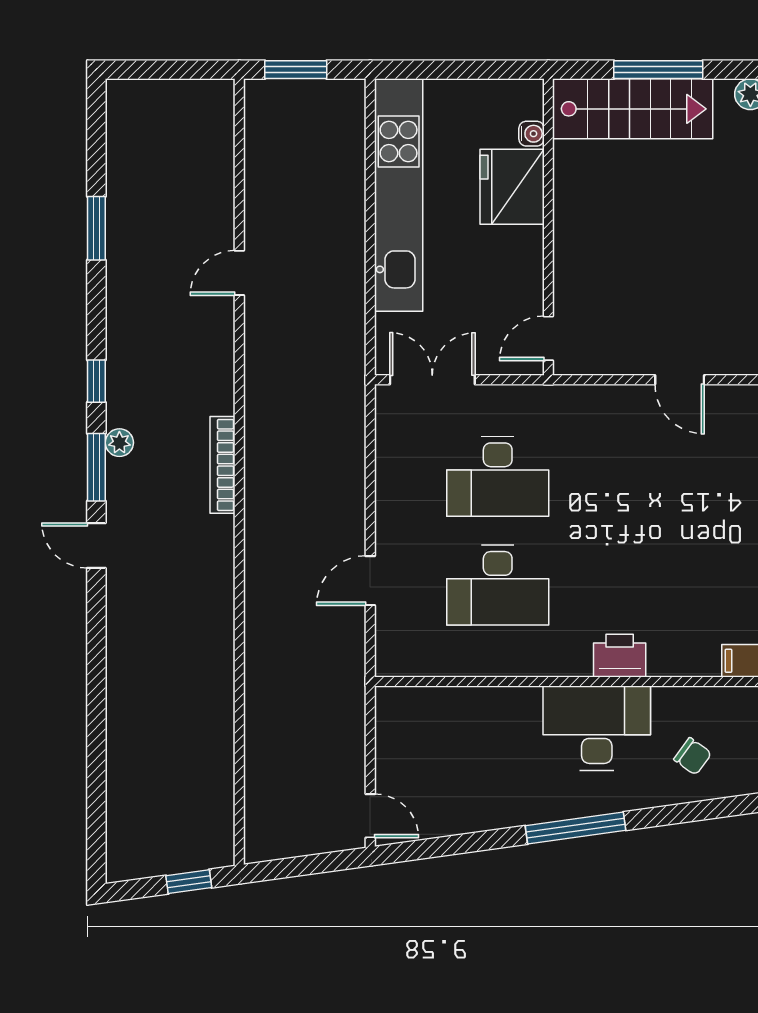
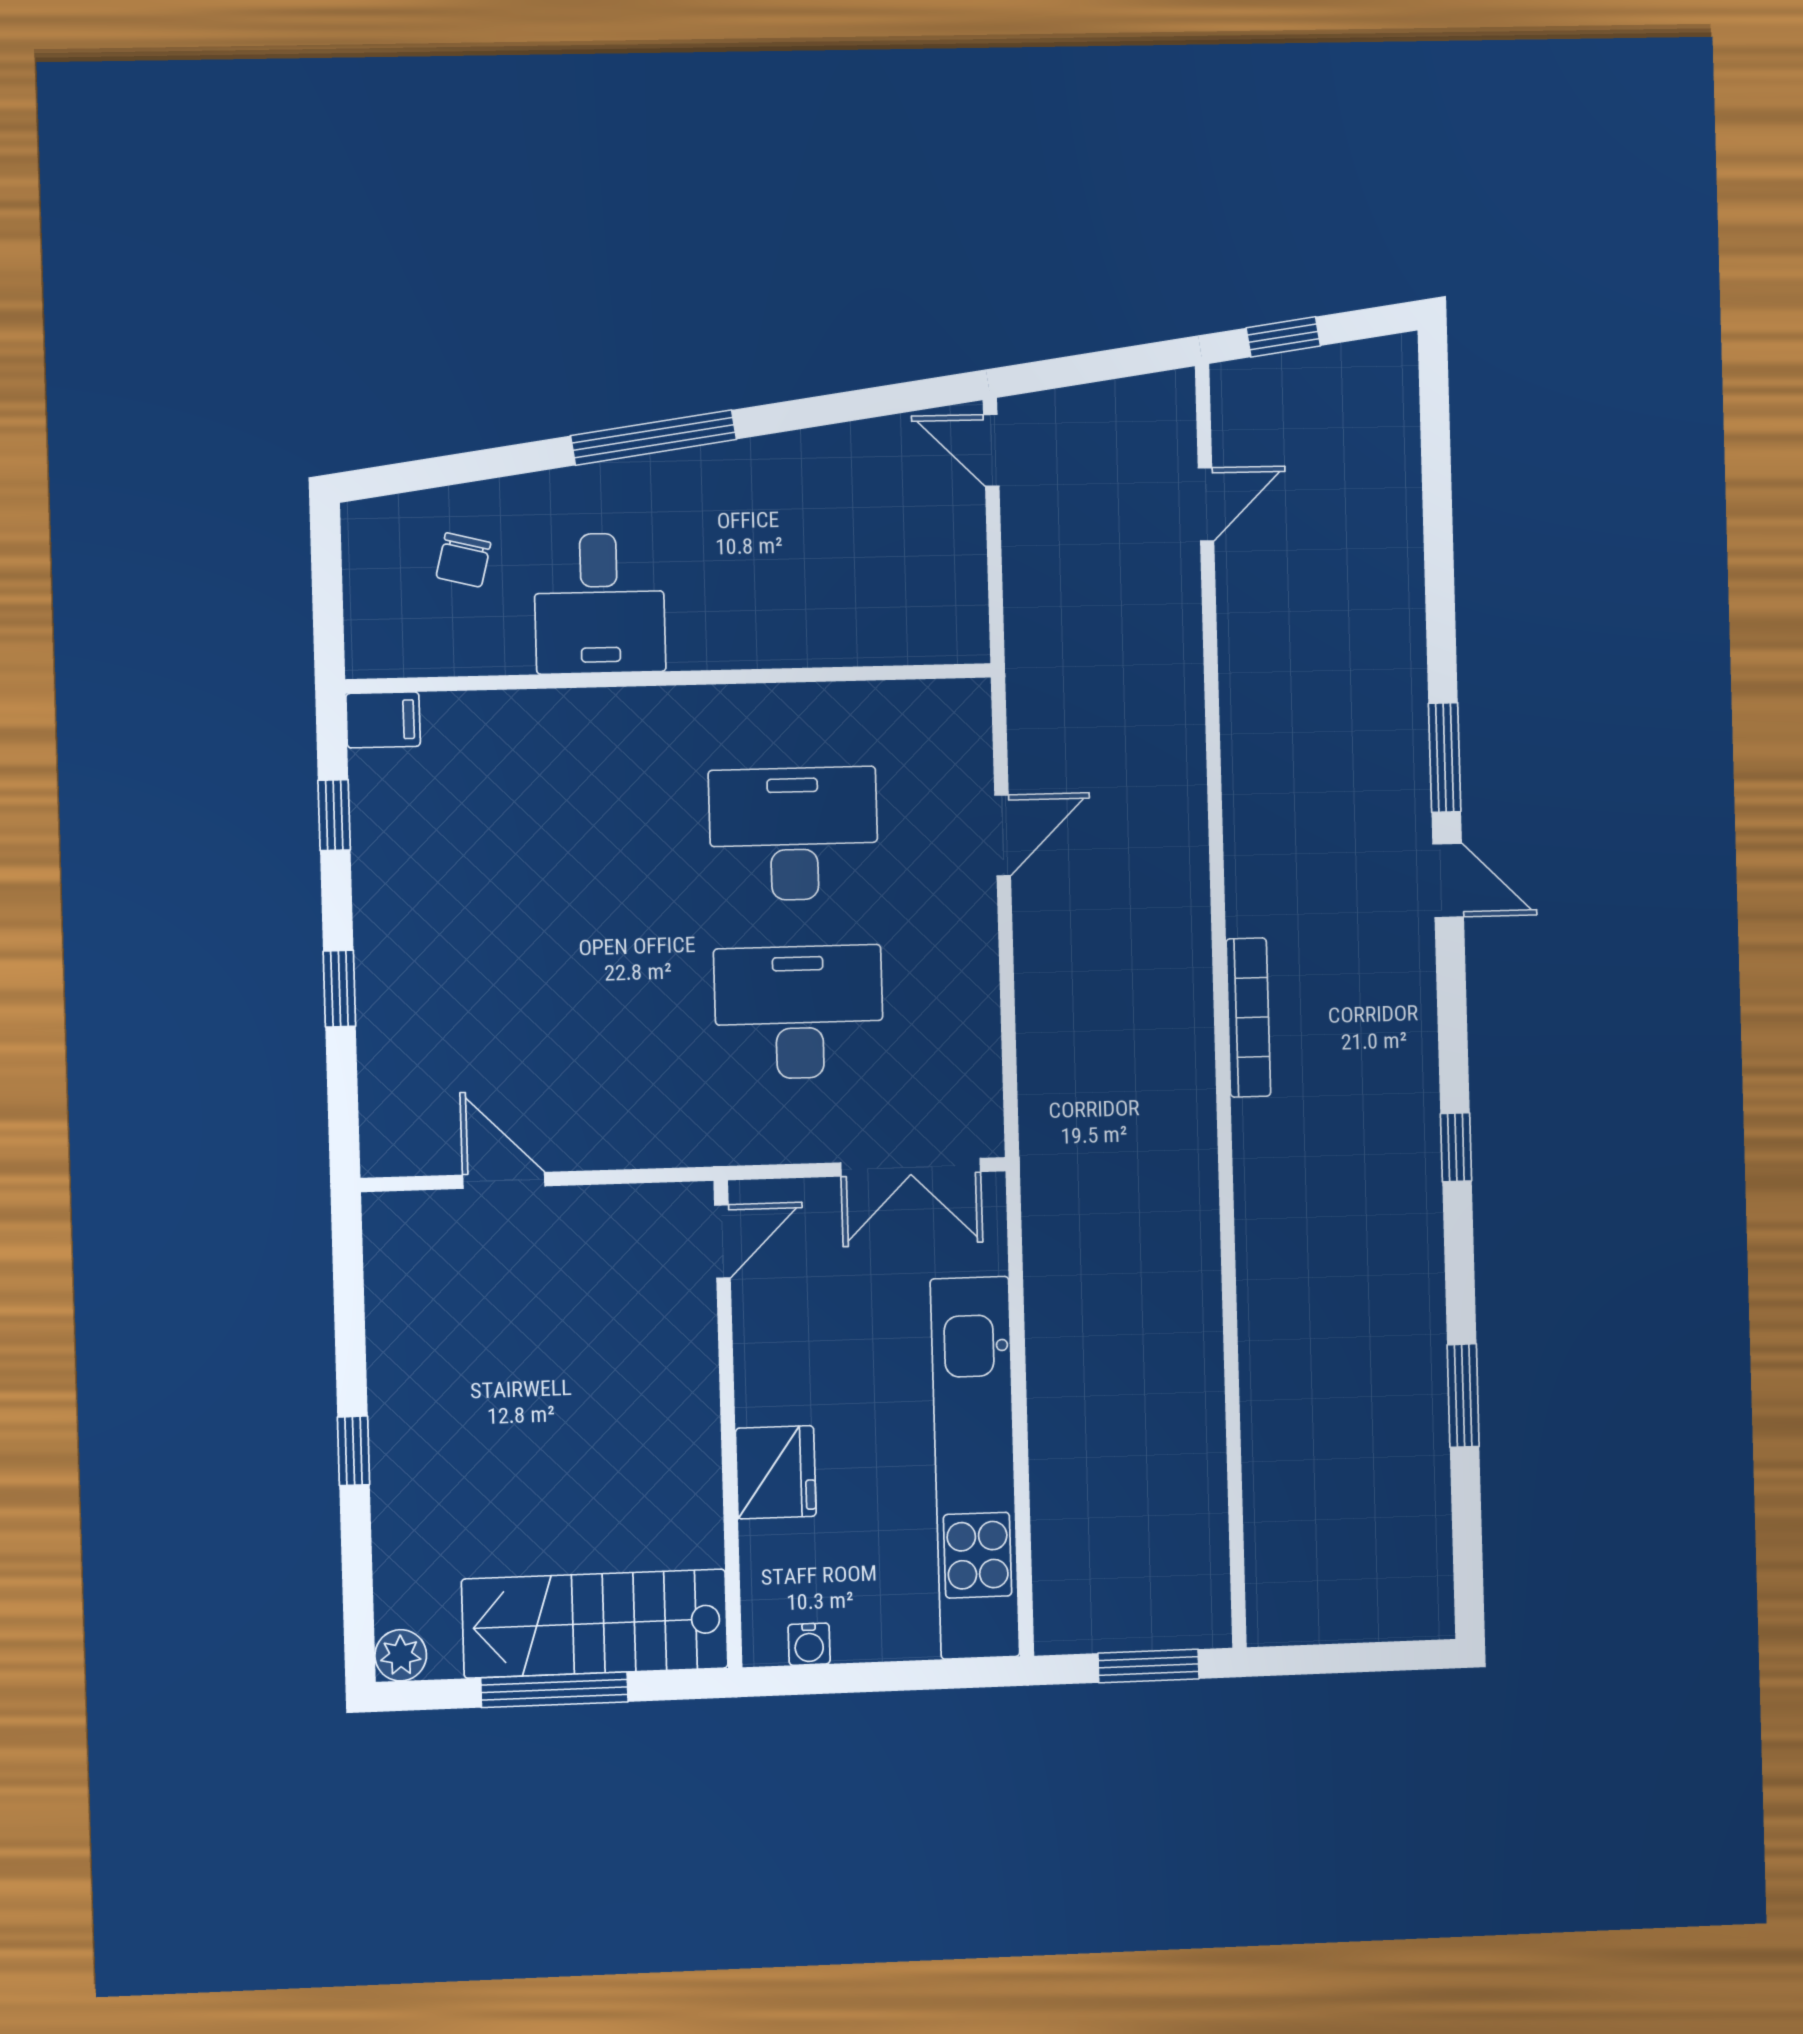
water cooler: (532, 134) -> (809, 1644), moved, turned -90
fridge: (512, 187) -> (776, 1472), width x0.73, depth x0.75
door: (239, 273) -> (1206, 504), moved
plant: (119, 443) -> (1416, 1049), removed
window: (96, 467) -> (1445, 757), moved
printer: (620, 656) -> (589, 723), removed
desk: (597, 728) -> (599, 603), width x0.73
chair: (693, 756) -> (463, 560), turned -112

